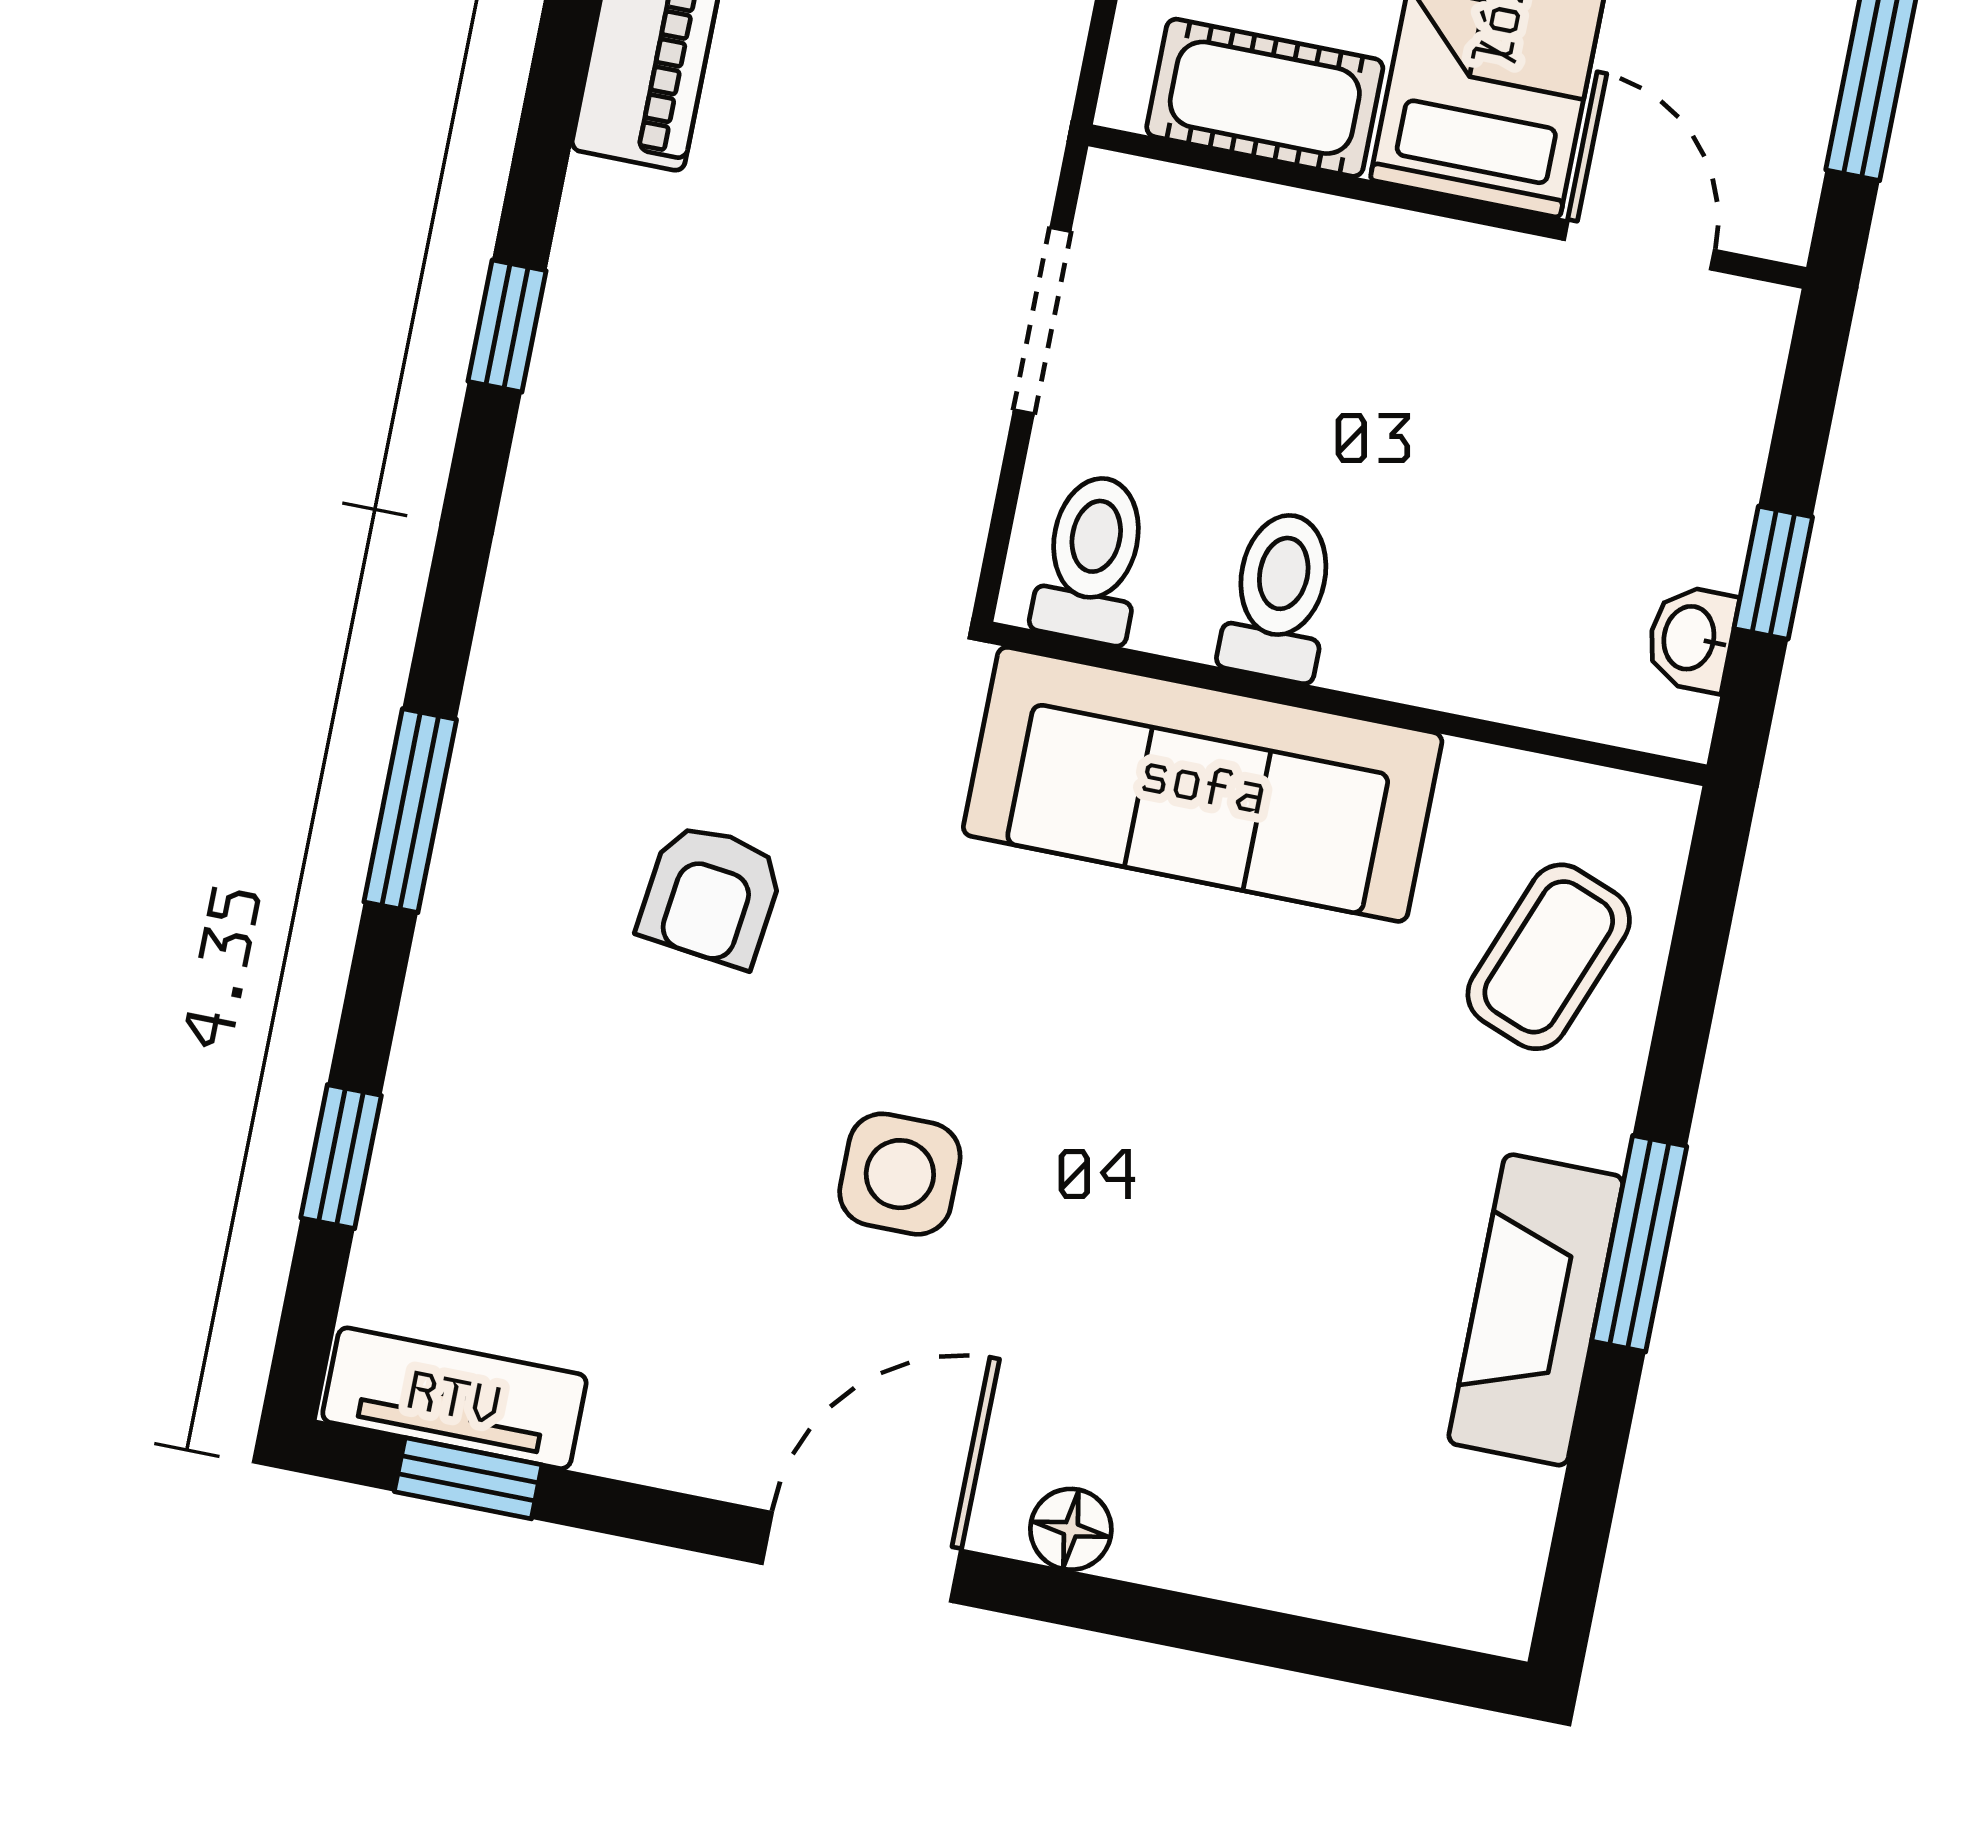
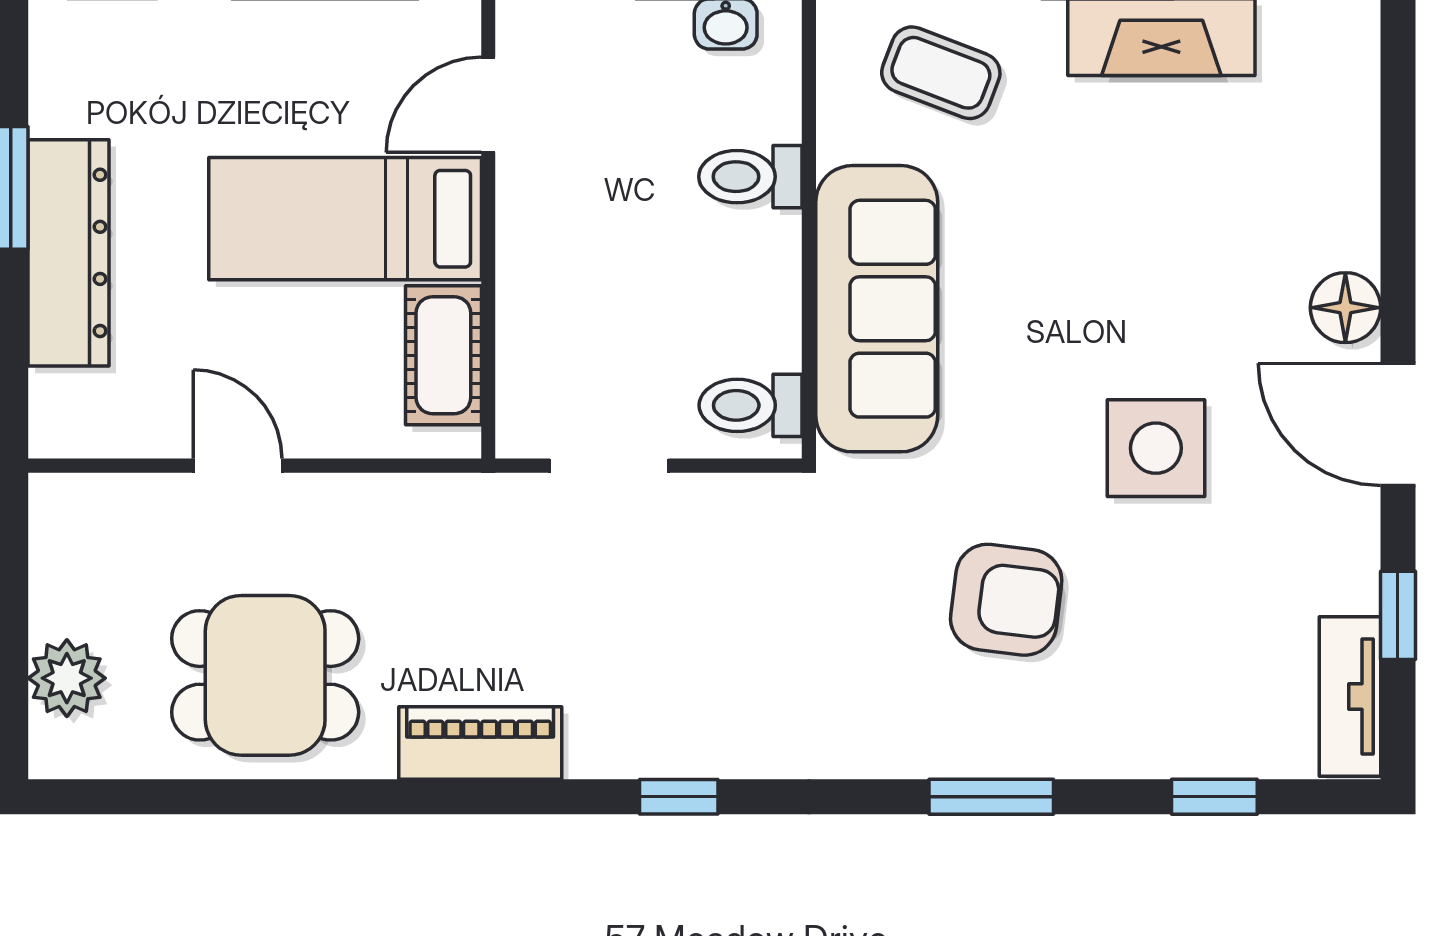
toilet: (1279, 596) -> (750, 177), moved
armchair: (711, 895) -> (1006, 600), width x1.38, depth x1.38
side table: (900, 1174) -> (1156, 448), width x1.37, depth x1.37
window: (468, 1478) -> (1398, 615), moved
floor lamp: (1071, 1529) -> (1345, 308), width x1.37, depth x1.37

